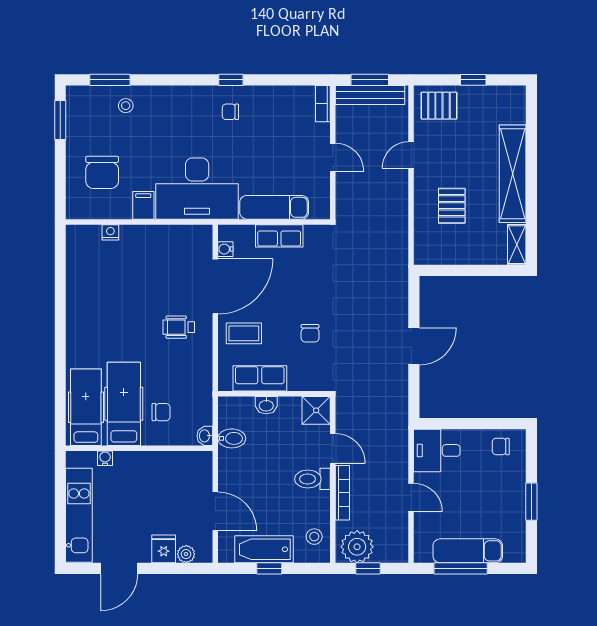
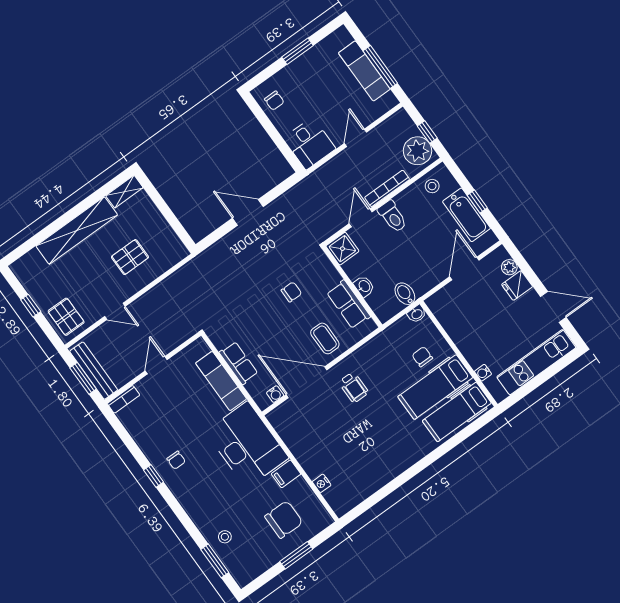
window: (60, 120) -> (296, 555), moved

